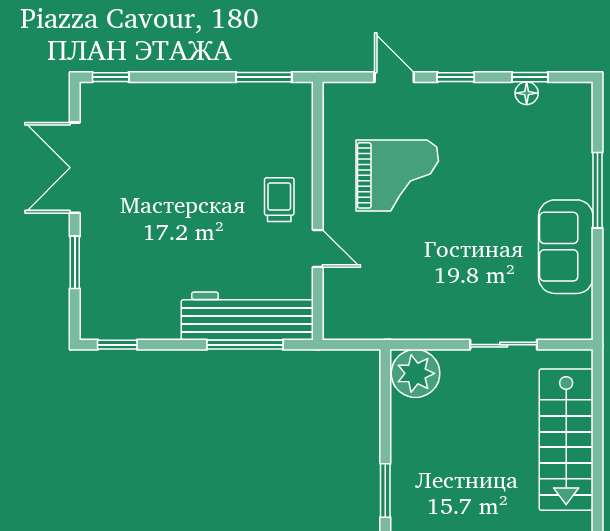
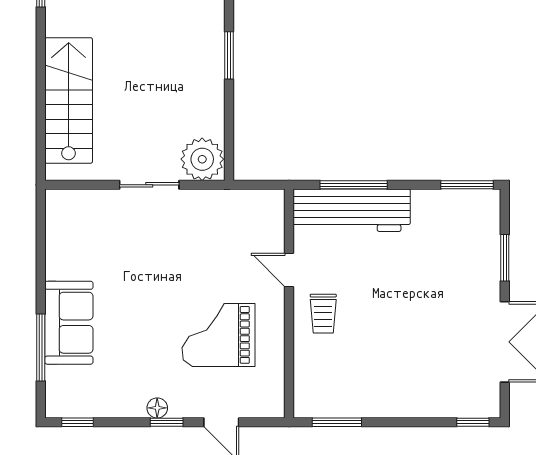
window: (530, 77) -> (78, 422), moved
floor lamp: (527, 93) -> (157, 408), moved
window: (597, 190) -> (41, 347), moved
sofa: (566, 247) -> (69, 323), moved
window: (117, 345) -> (467, 185), width x1.50
sliding door: (504, 345) -> (149, 185), moved

